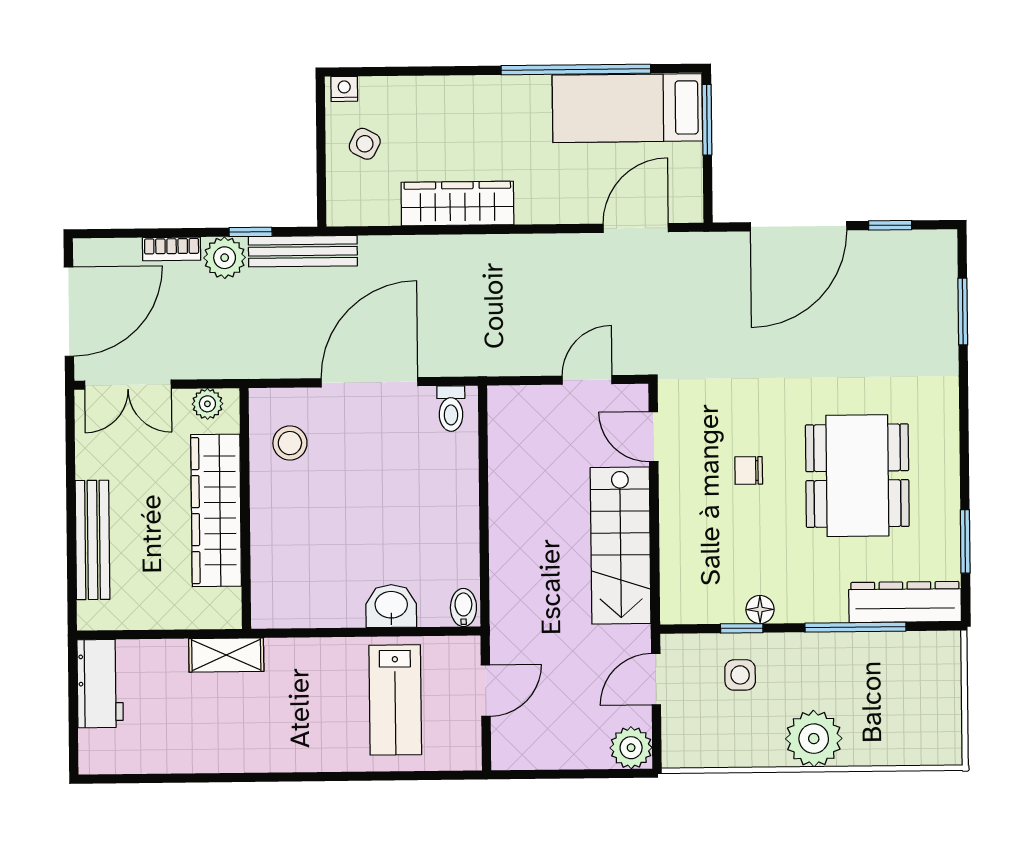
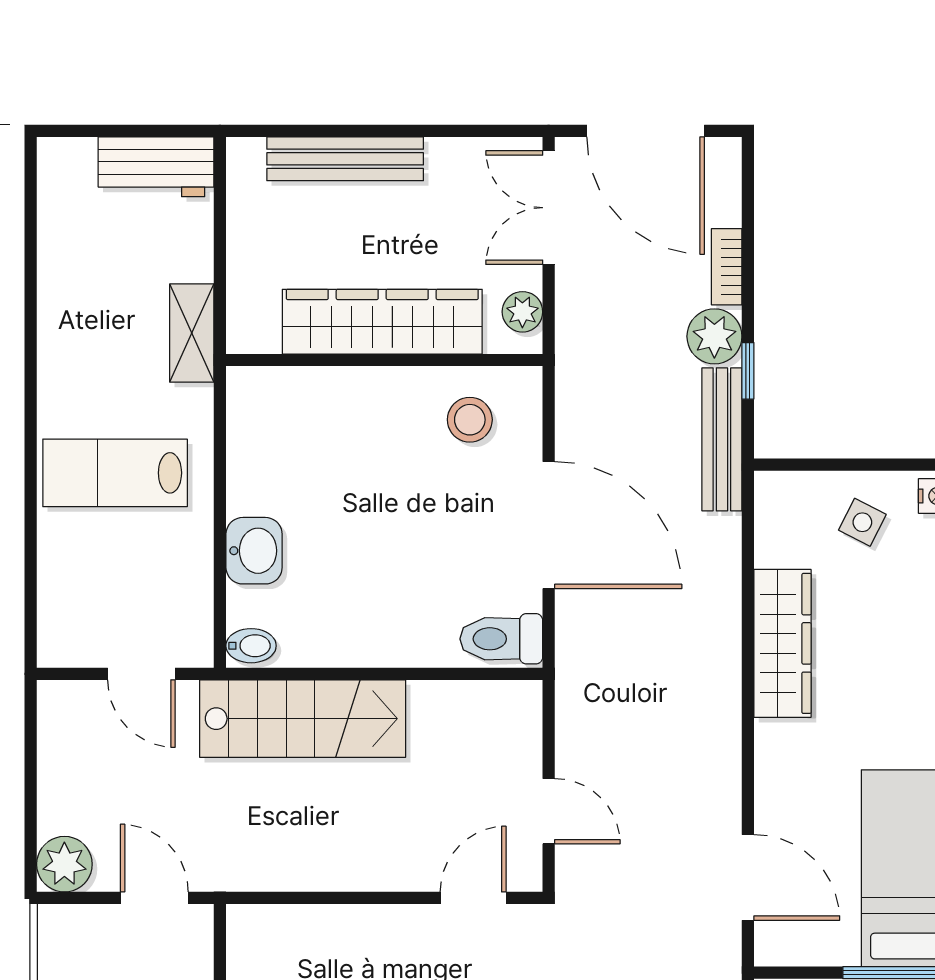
toilet: (451, 409) -> (501, 639), width x1.37, depth x1.39
stairs: (621, 546) -> (303, 719), moved, turned 180
lab bench: (395, 700) -> (115, 473), moved

